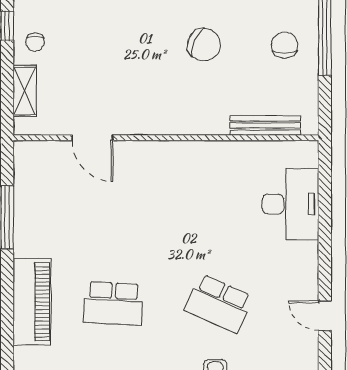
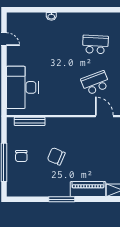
desk: (291, 204) -> (22, 87), width x1.36, depth x1.30
school desk: (219, 303) -> (95, 83), moved, turned -45

